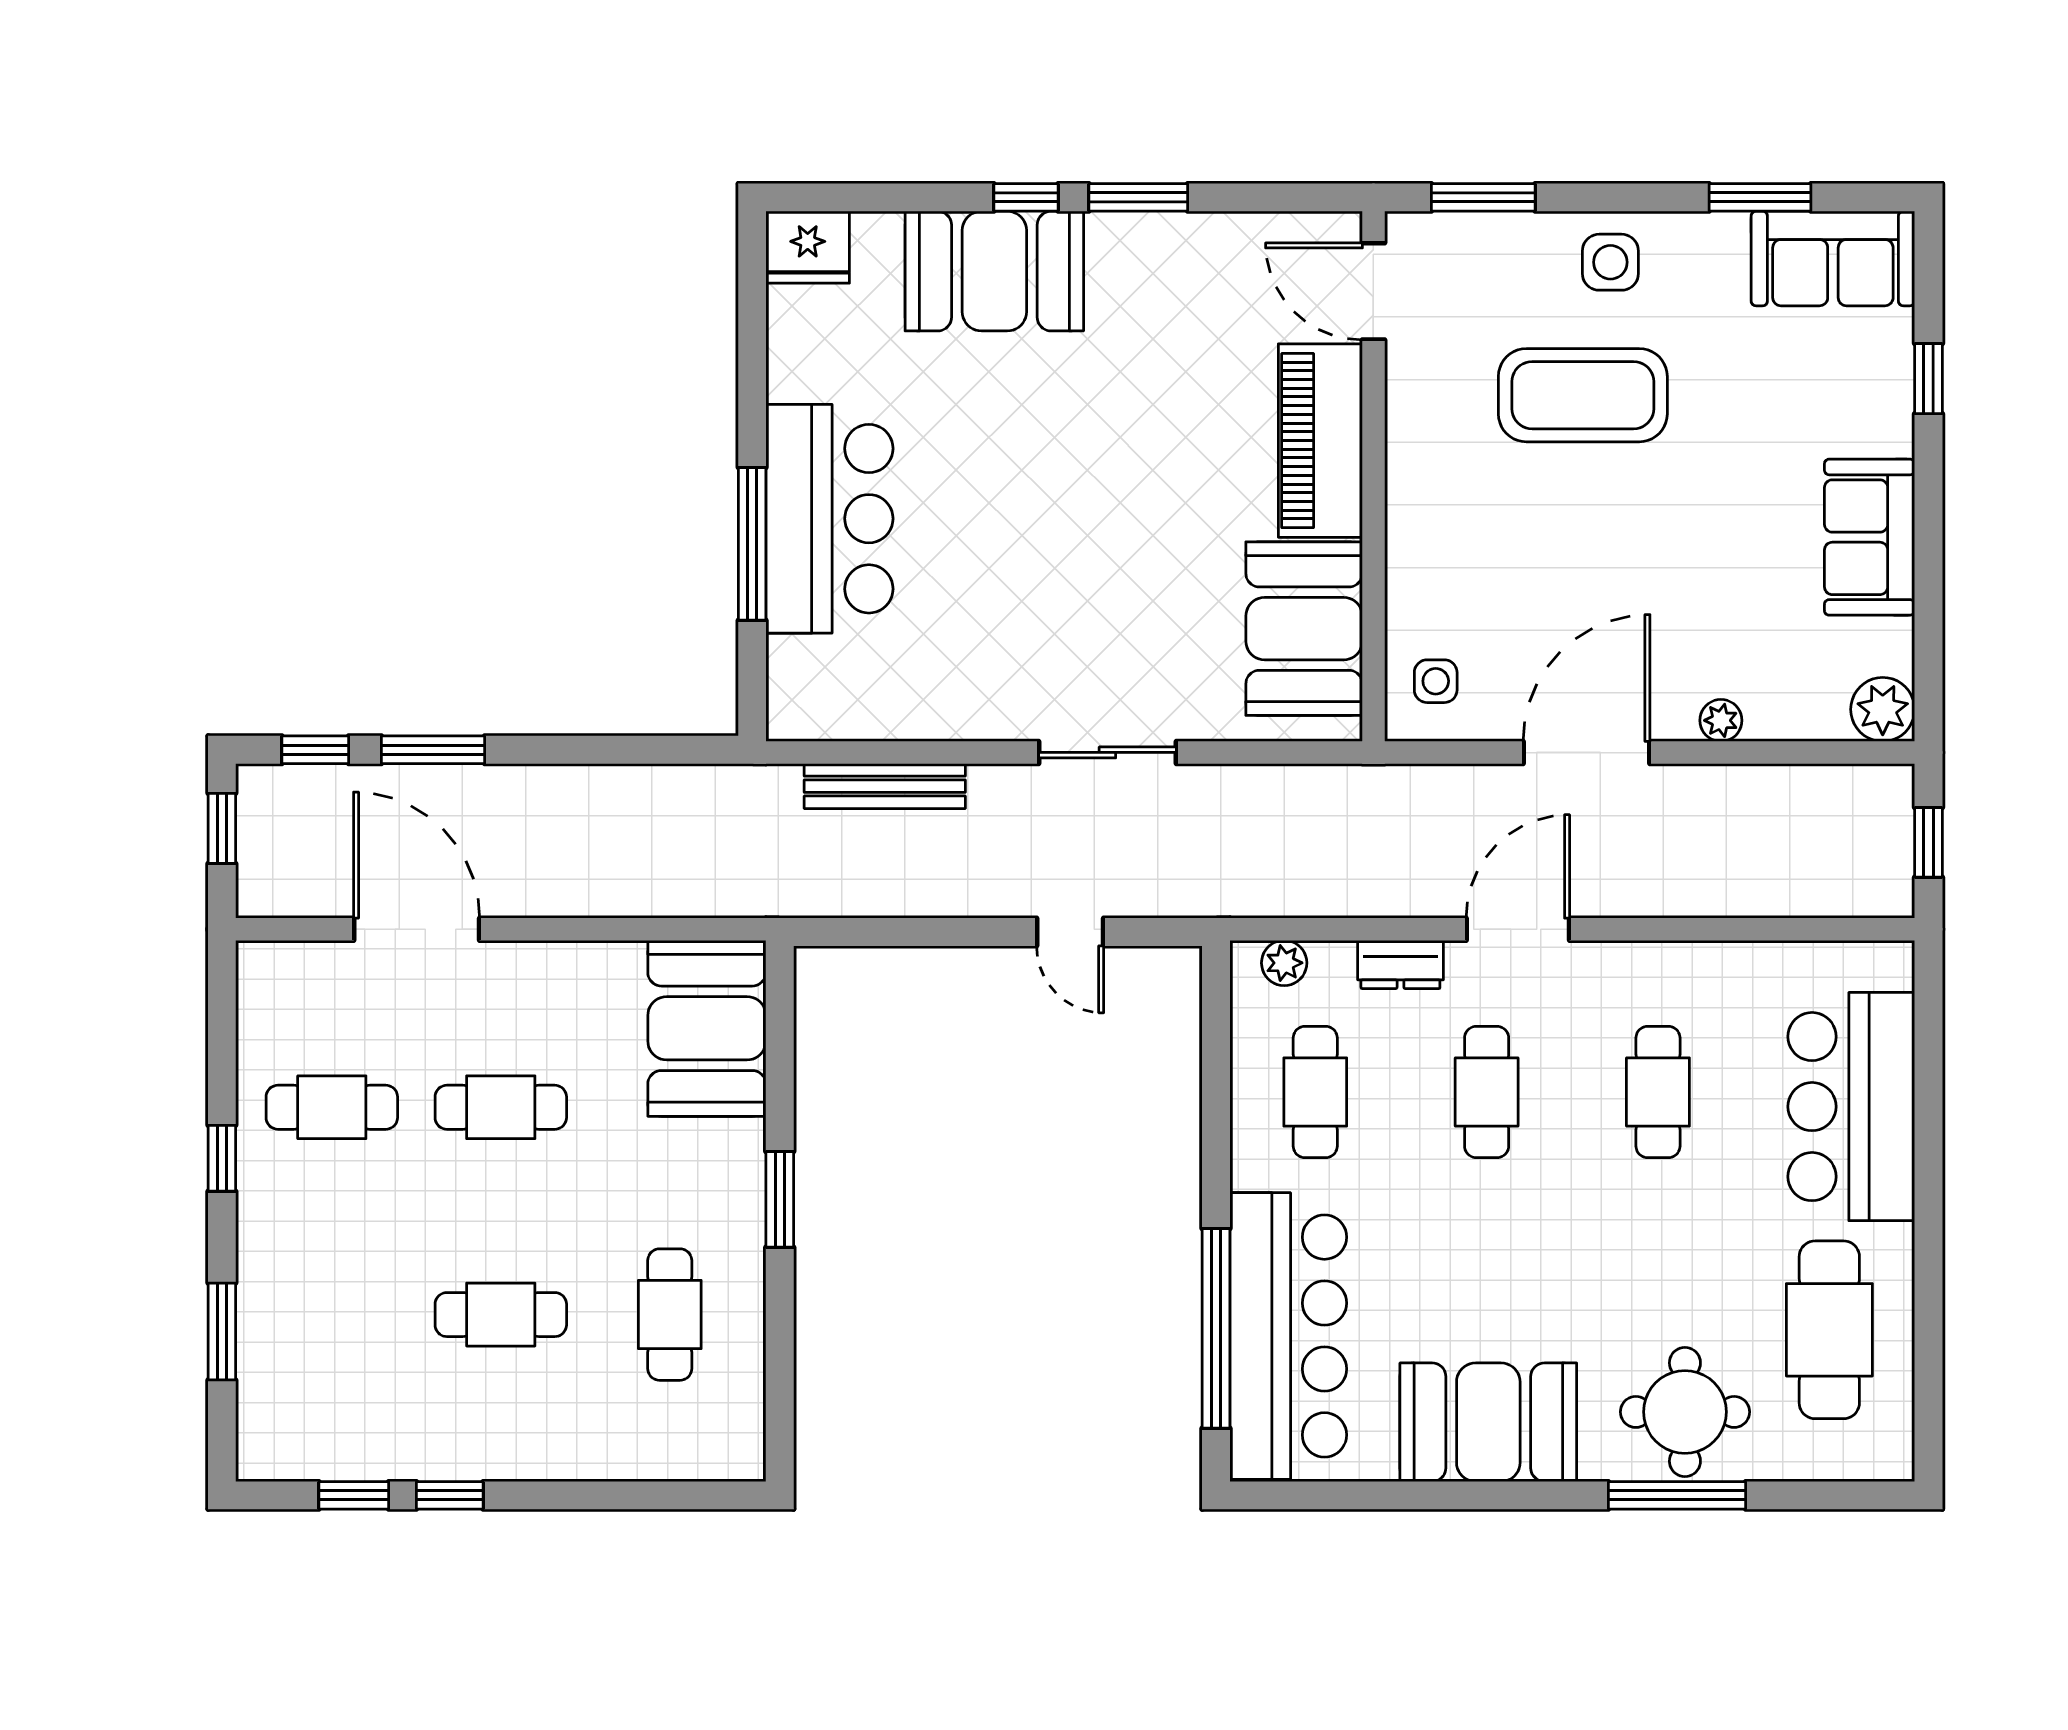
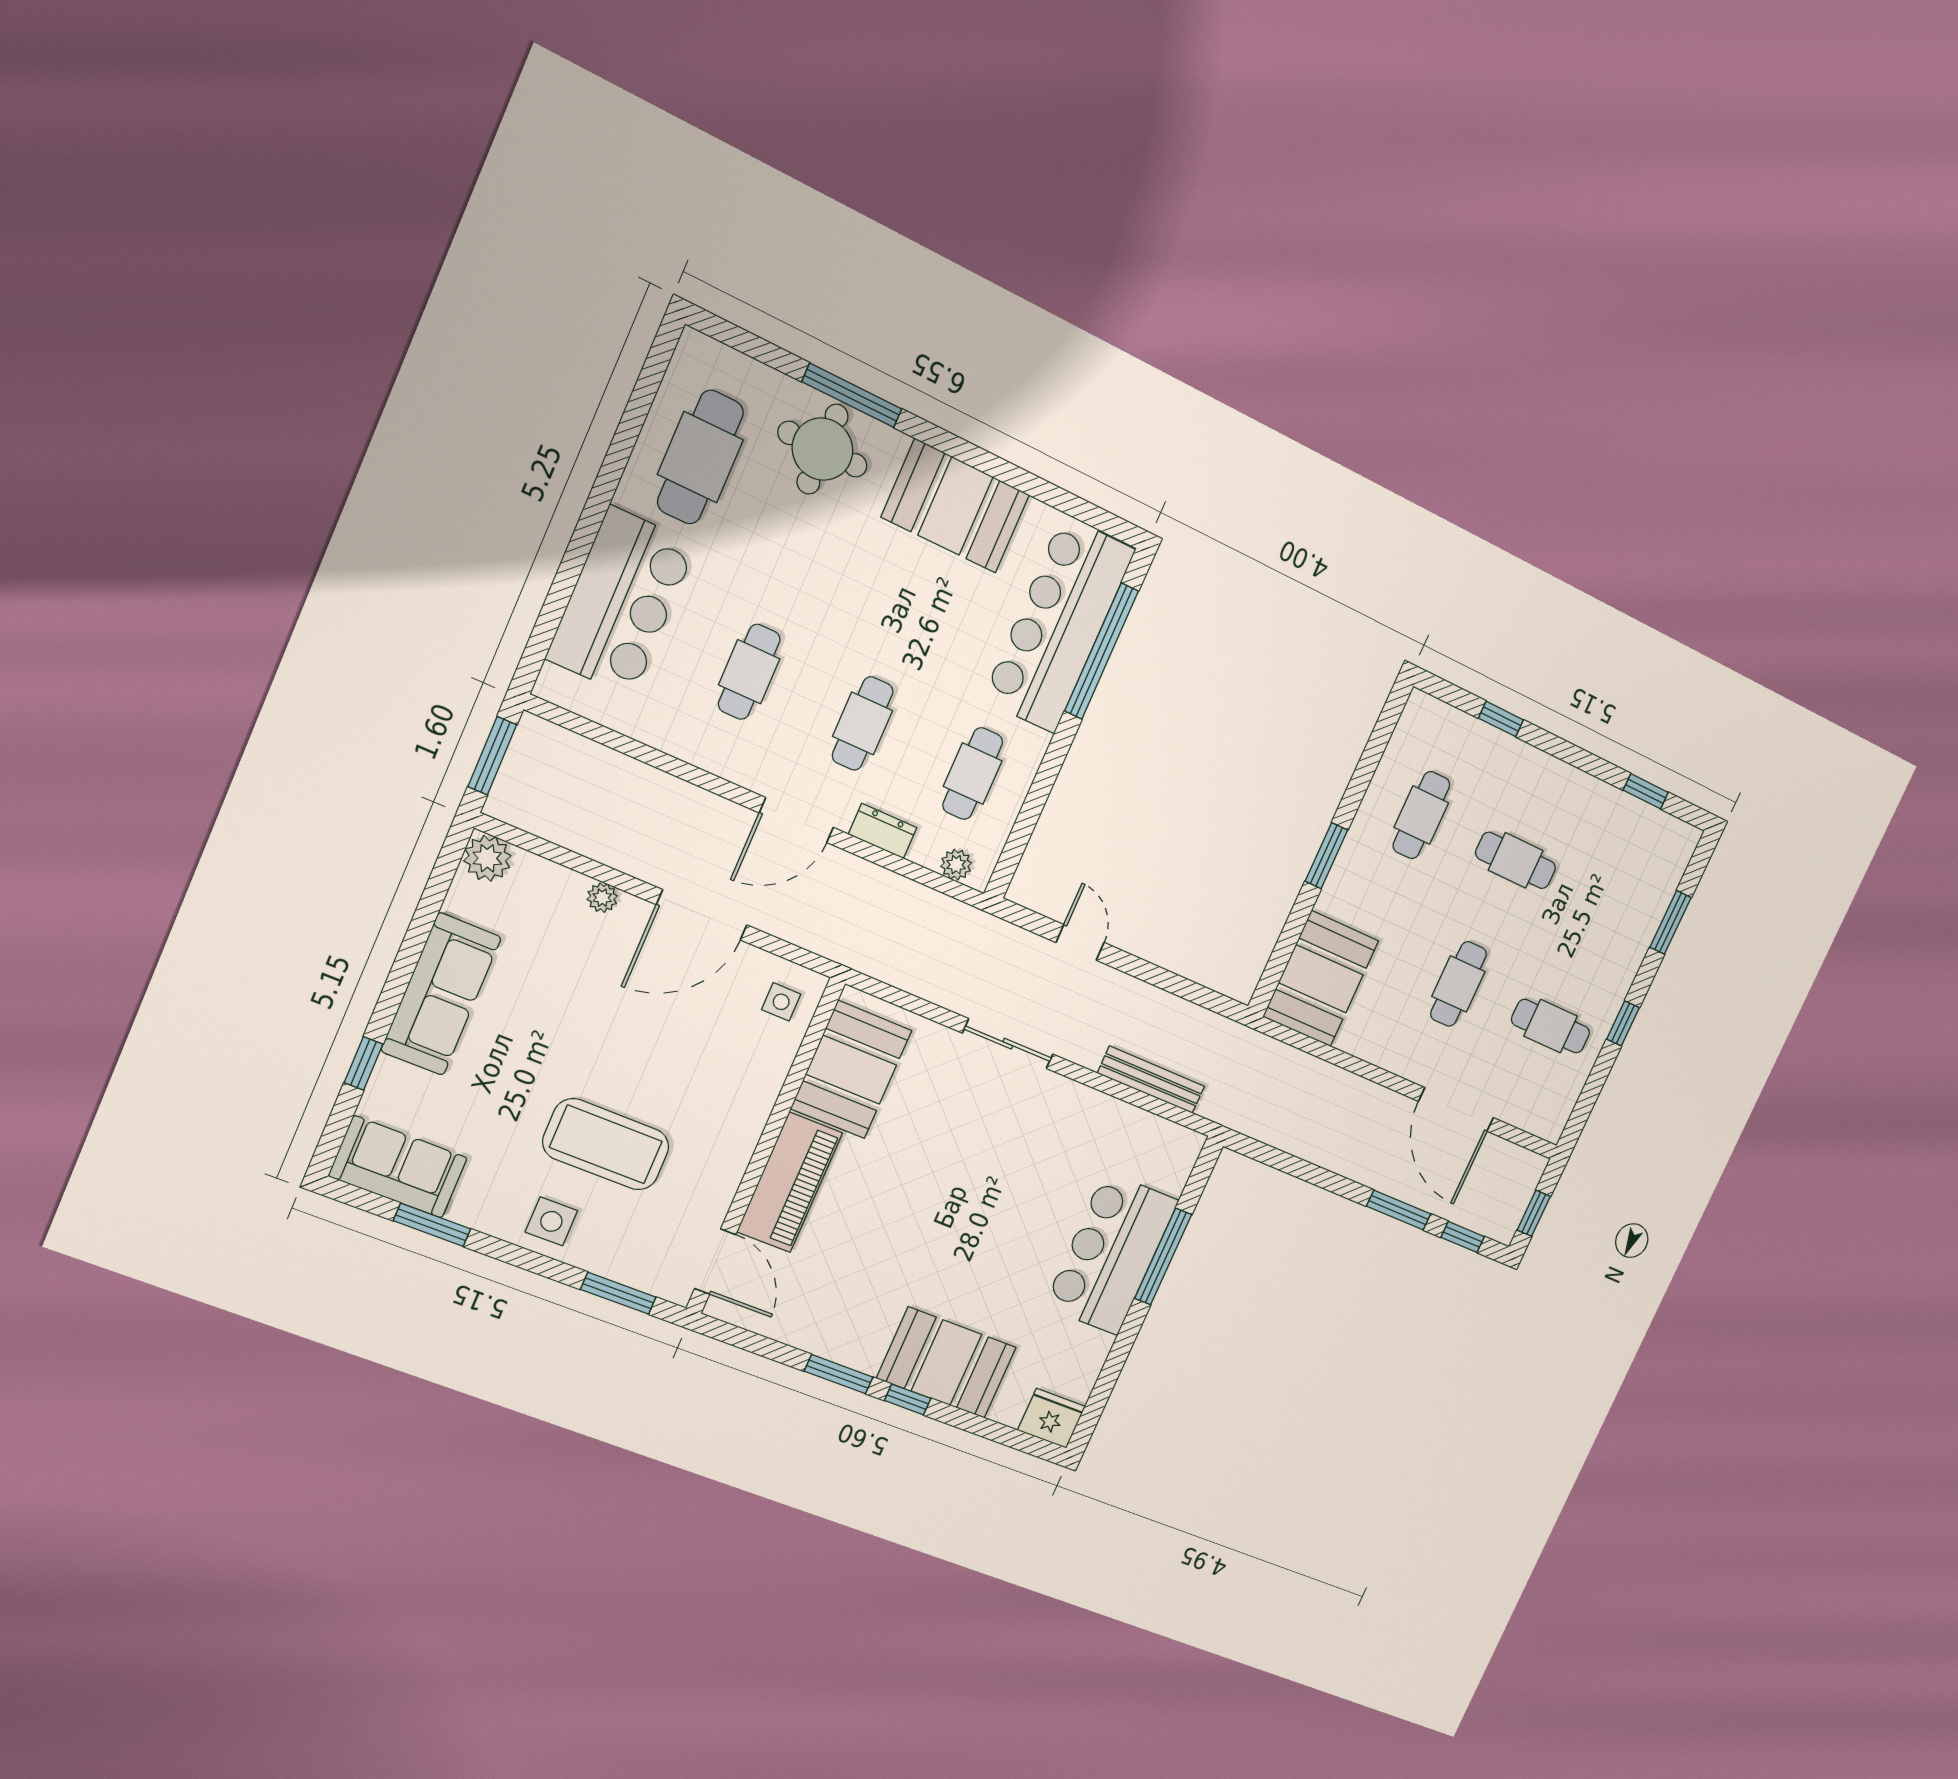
sofa: (1870, 537) -> (441, 994), width x1.36
window: (1929, 842) -> (492, 756), width x1.50
cafe table: (501, 1107) -> (1458, 984), turned 90
window: (450, 1495) -> (1501, 719), moved

